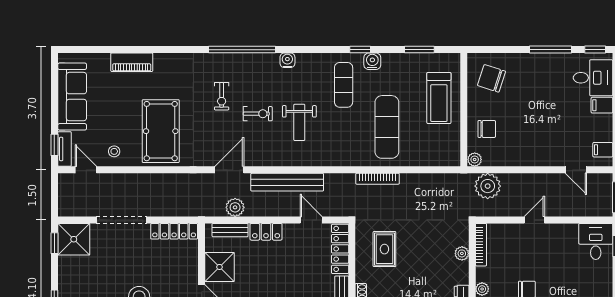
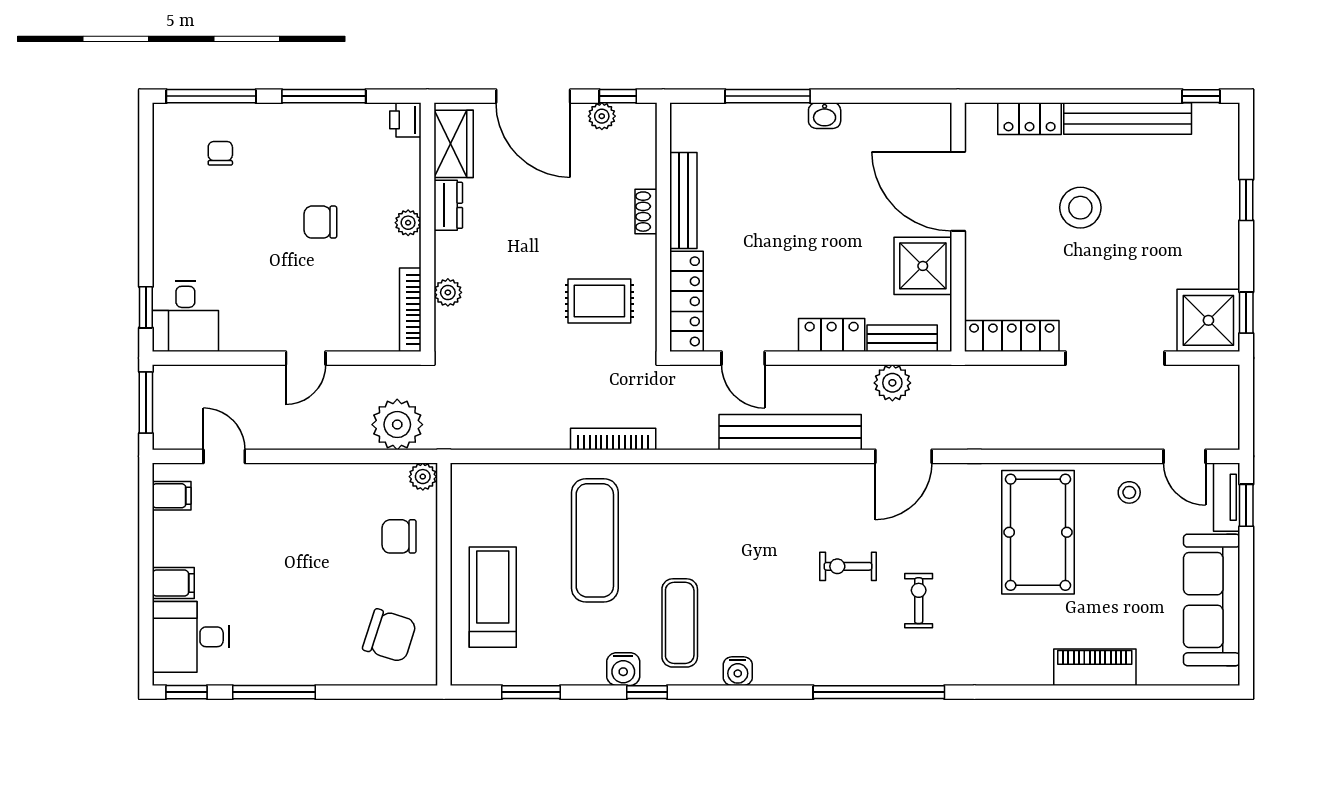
water cooler: (287, 60) -> (738, 671), moved
weight bench: (299, 122) -> (766, 549), removed
rug: (384, 249) -> (599, 301), turned 90

